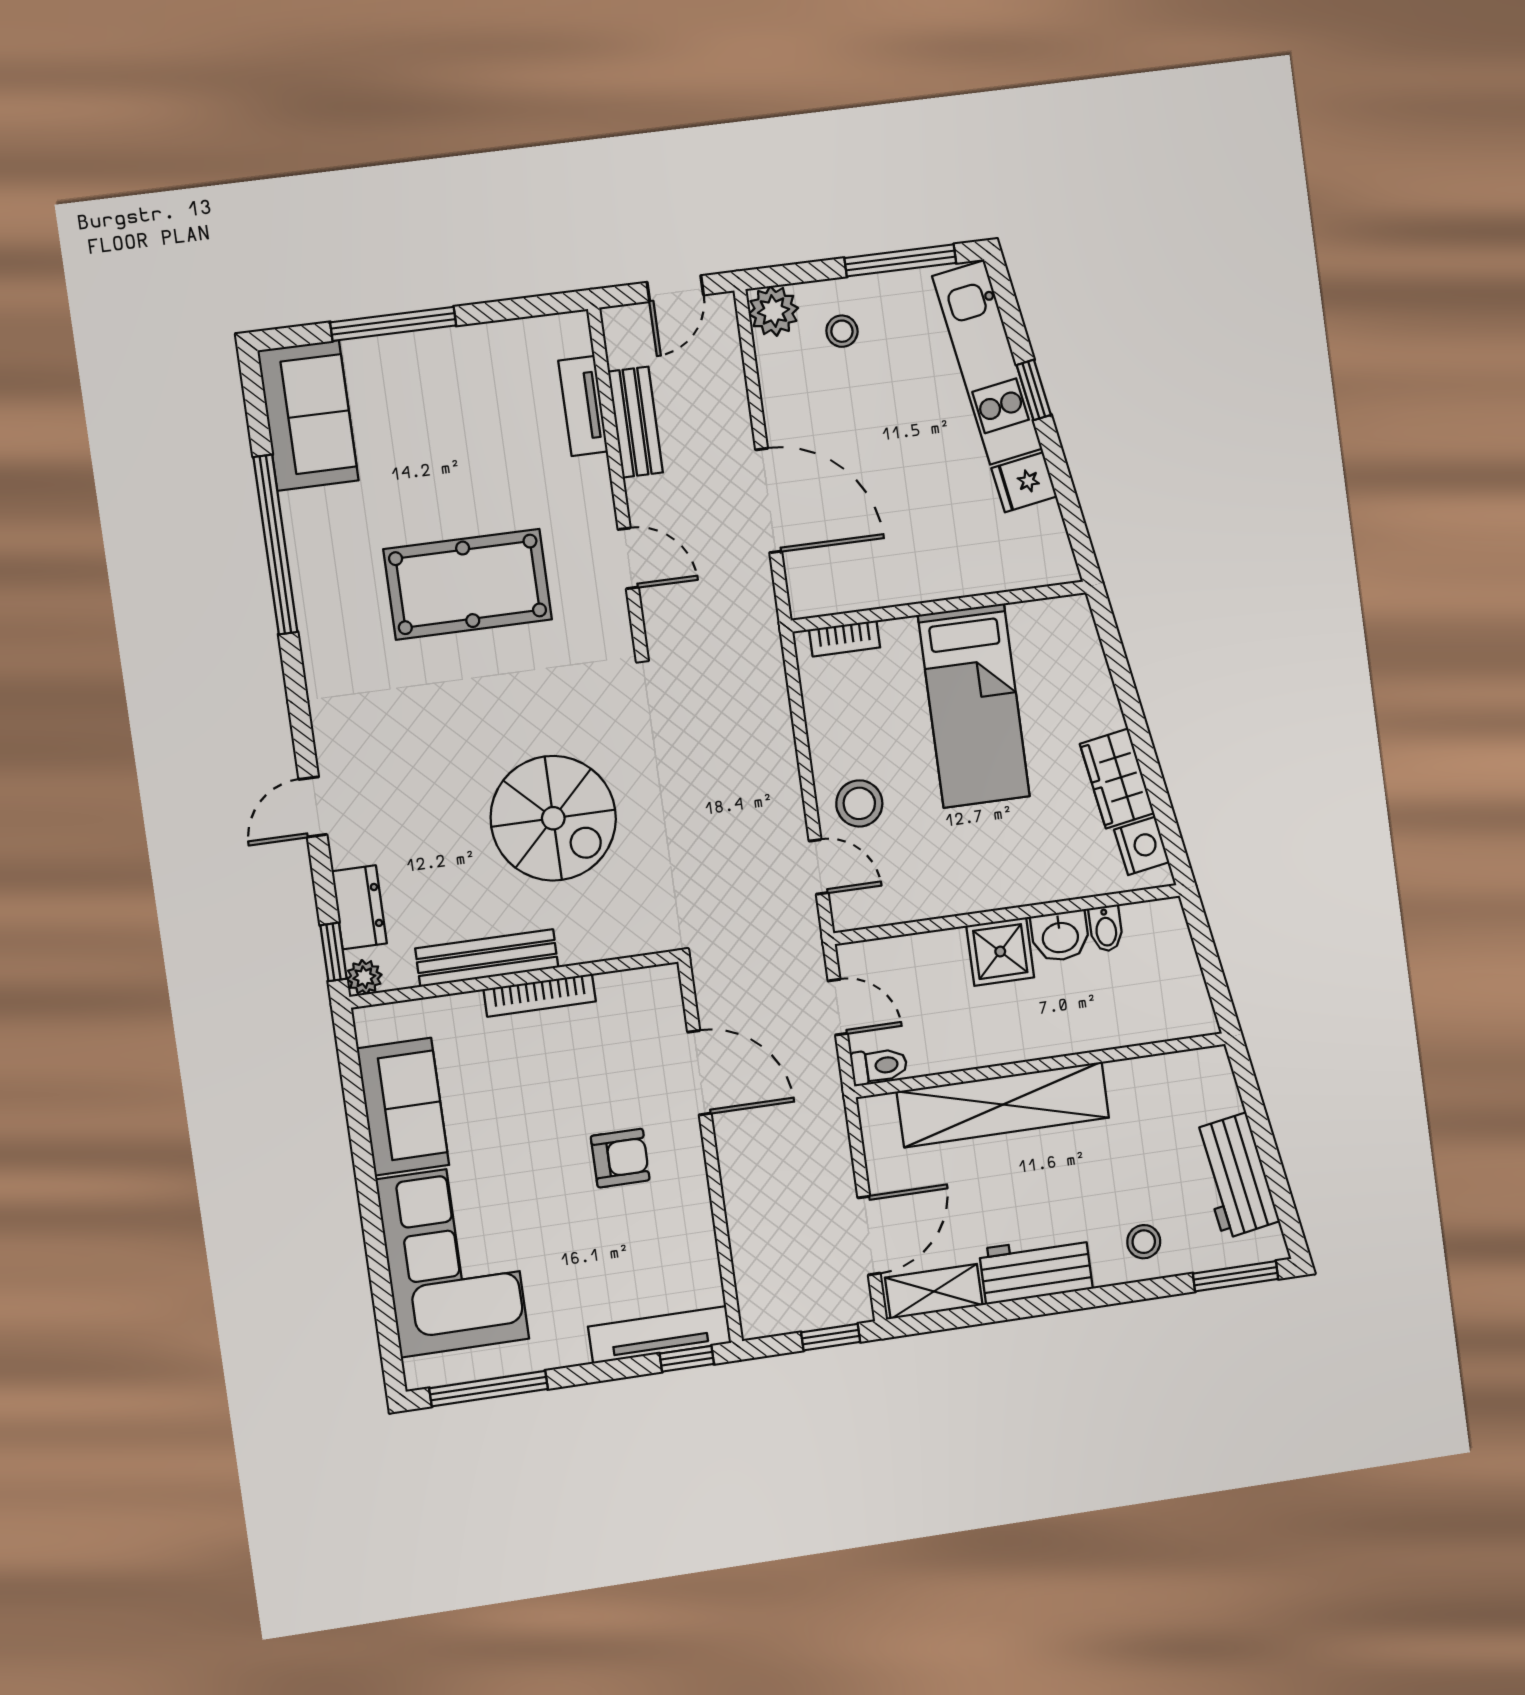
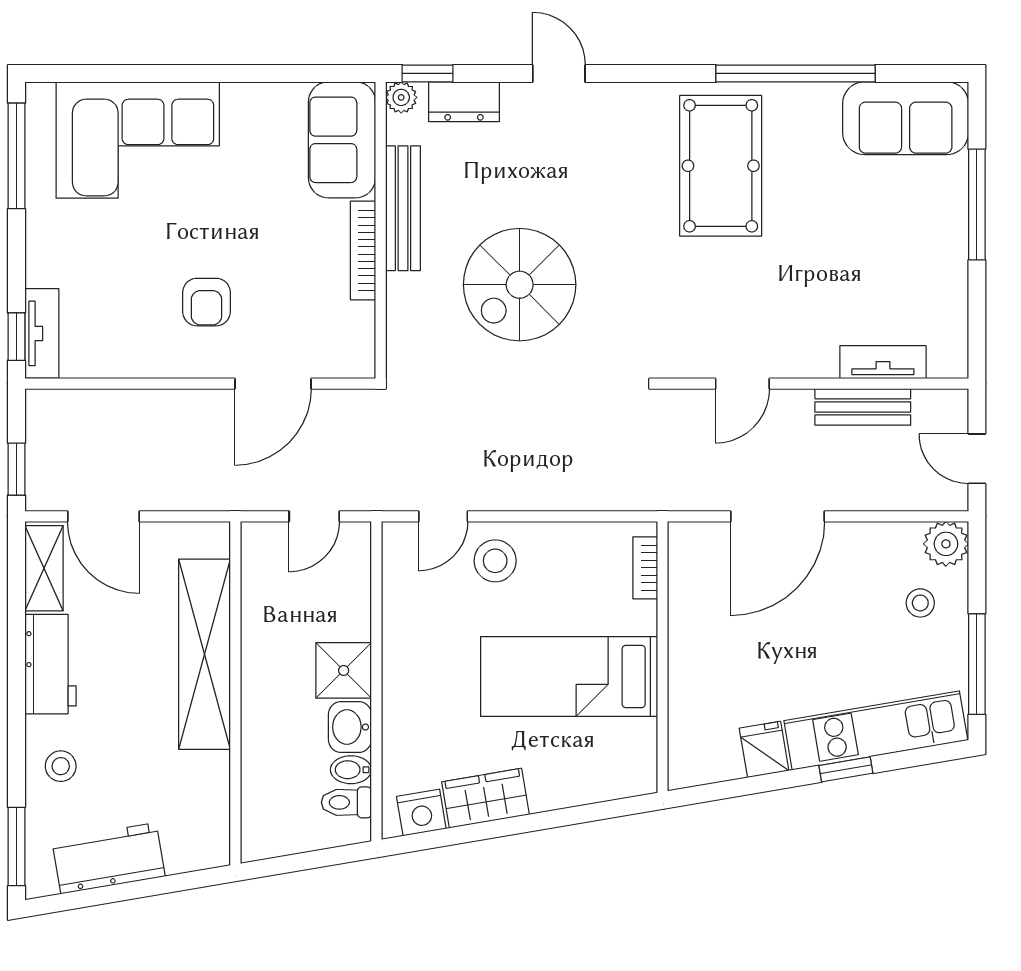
pool table: (468, 584) -> (721, 166), moved
toilet: (879, 1066) -> (346, 802), moved, turned 90
sofa: (403, 1107) -> (342, 140), moved, turned 90
tv unit: (659, 1335) -> (42, 333), width x0.71

